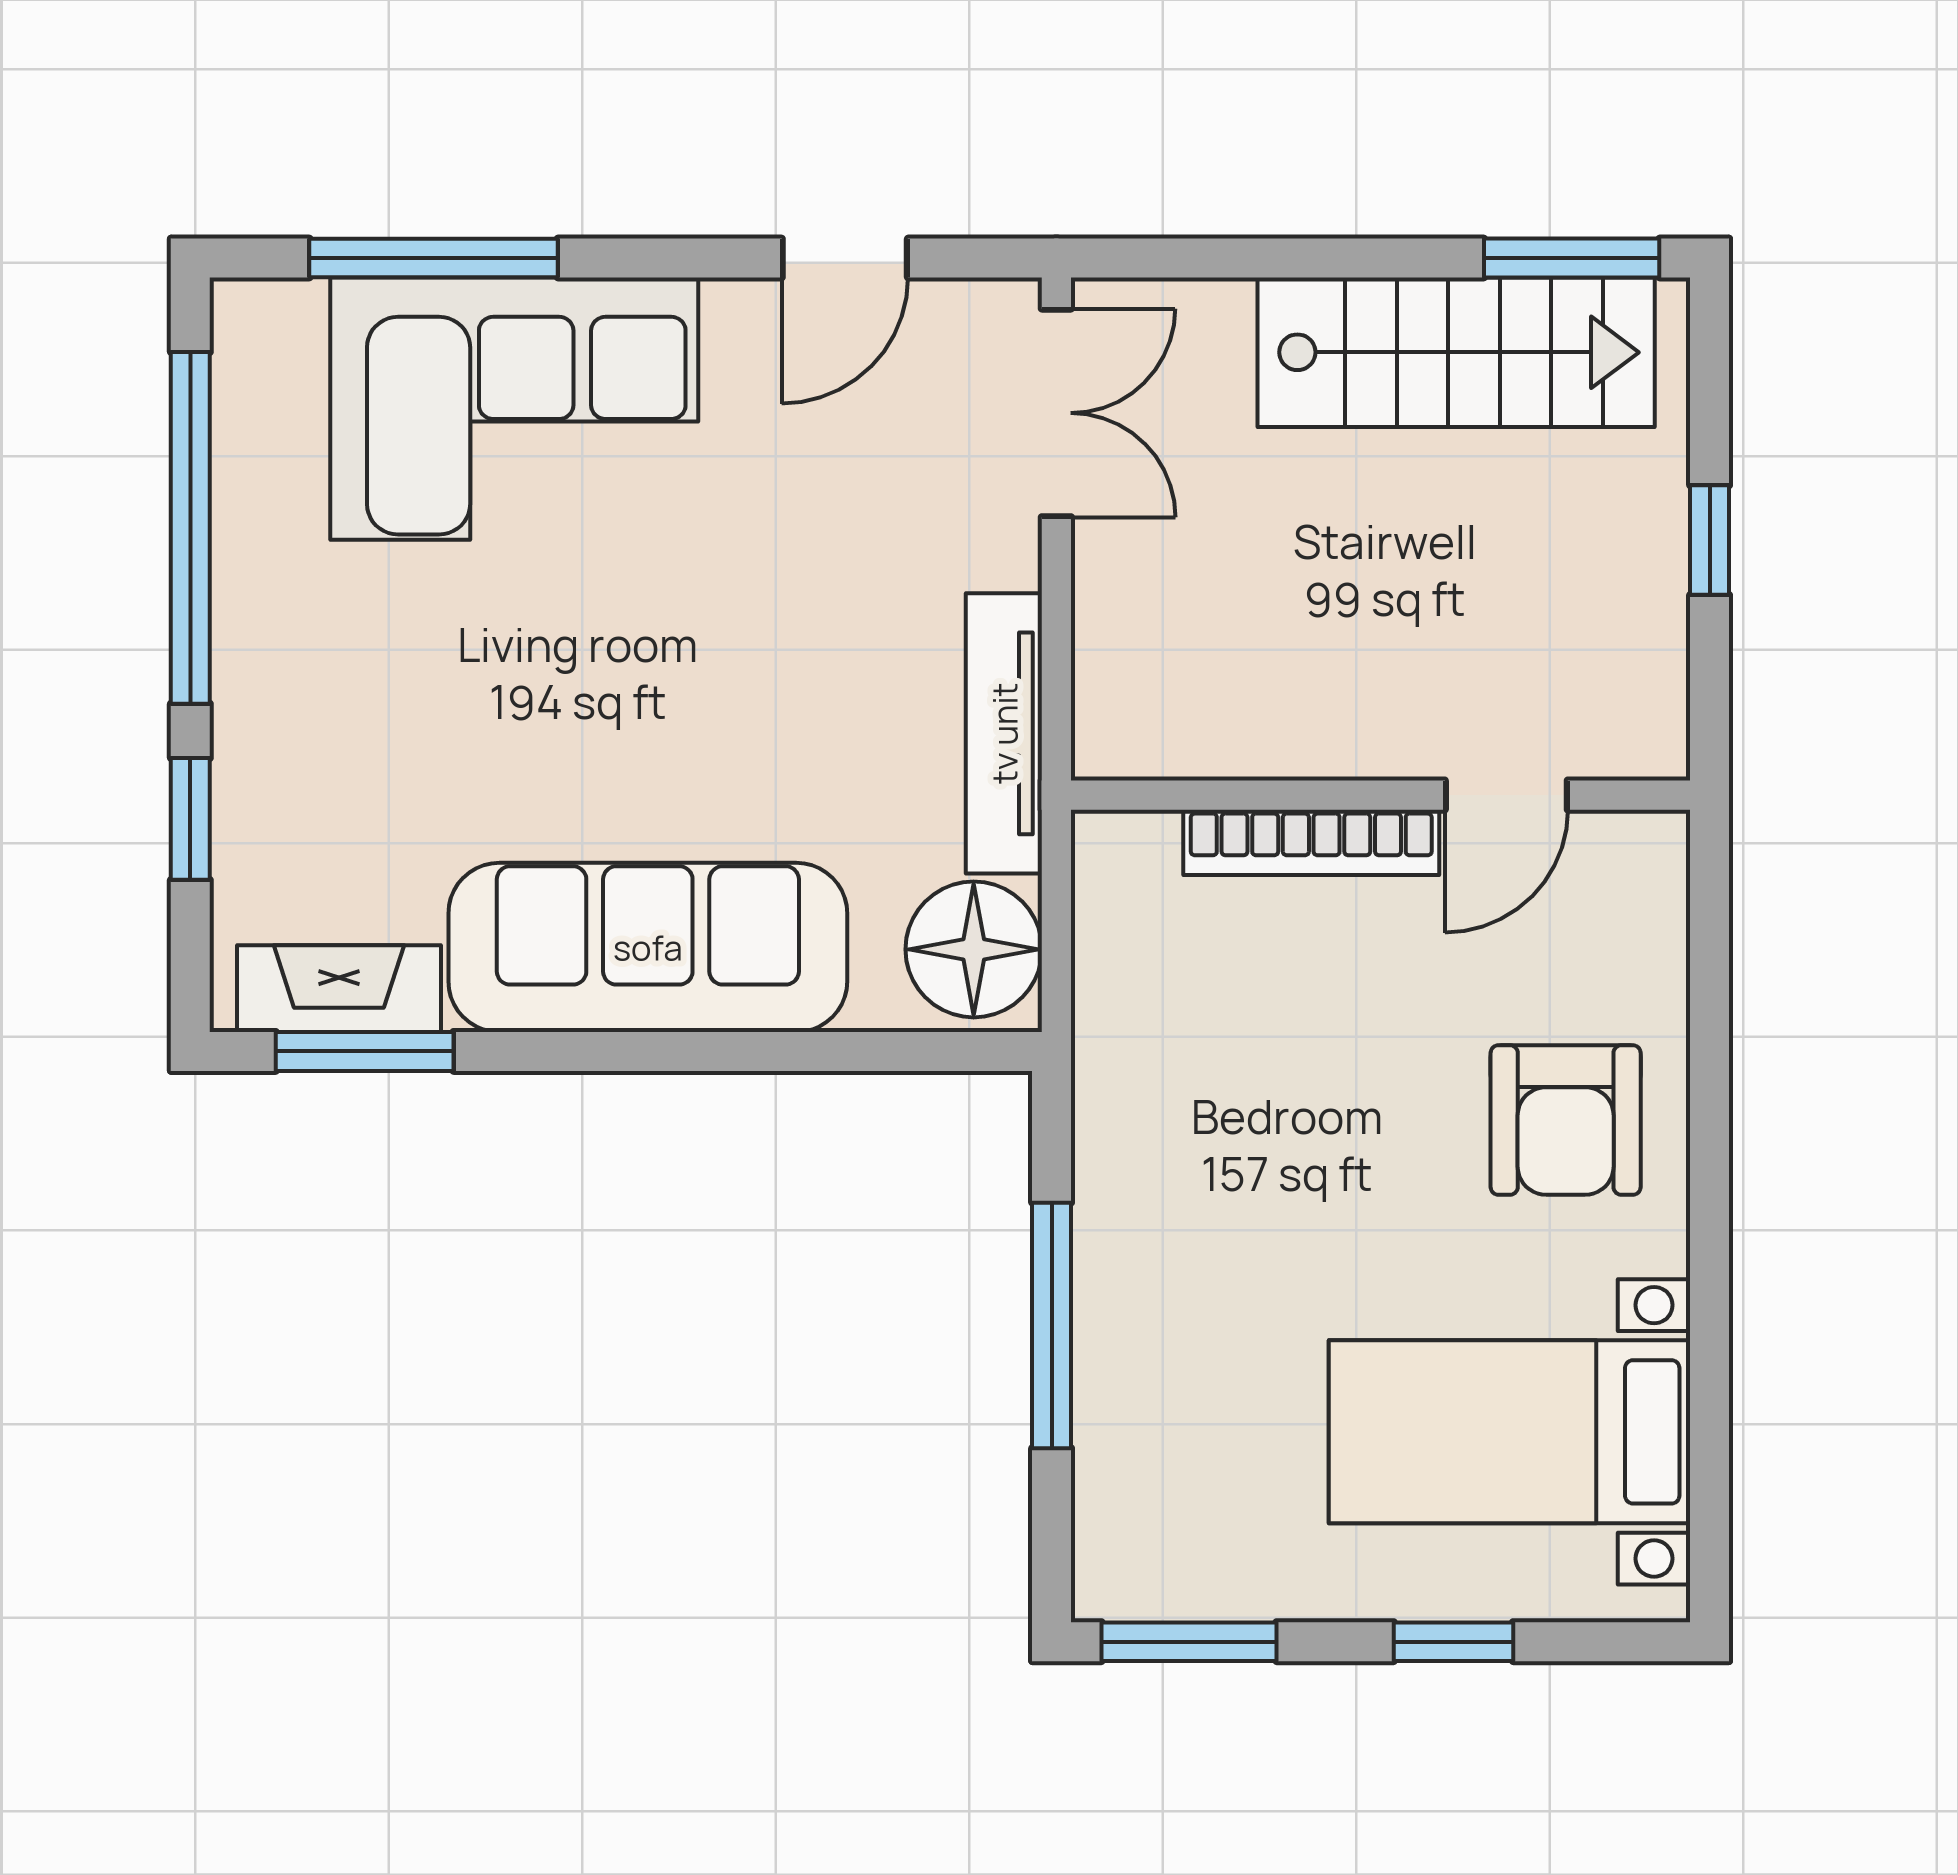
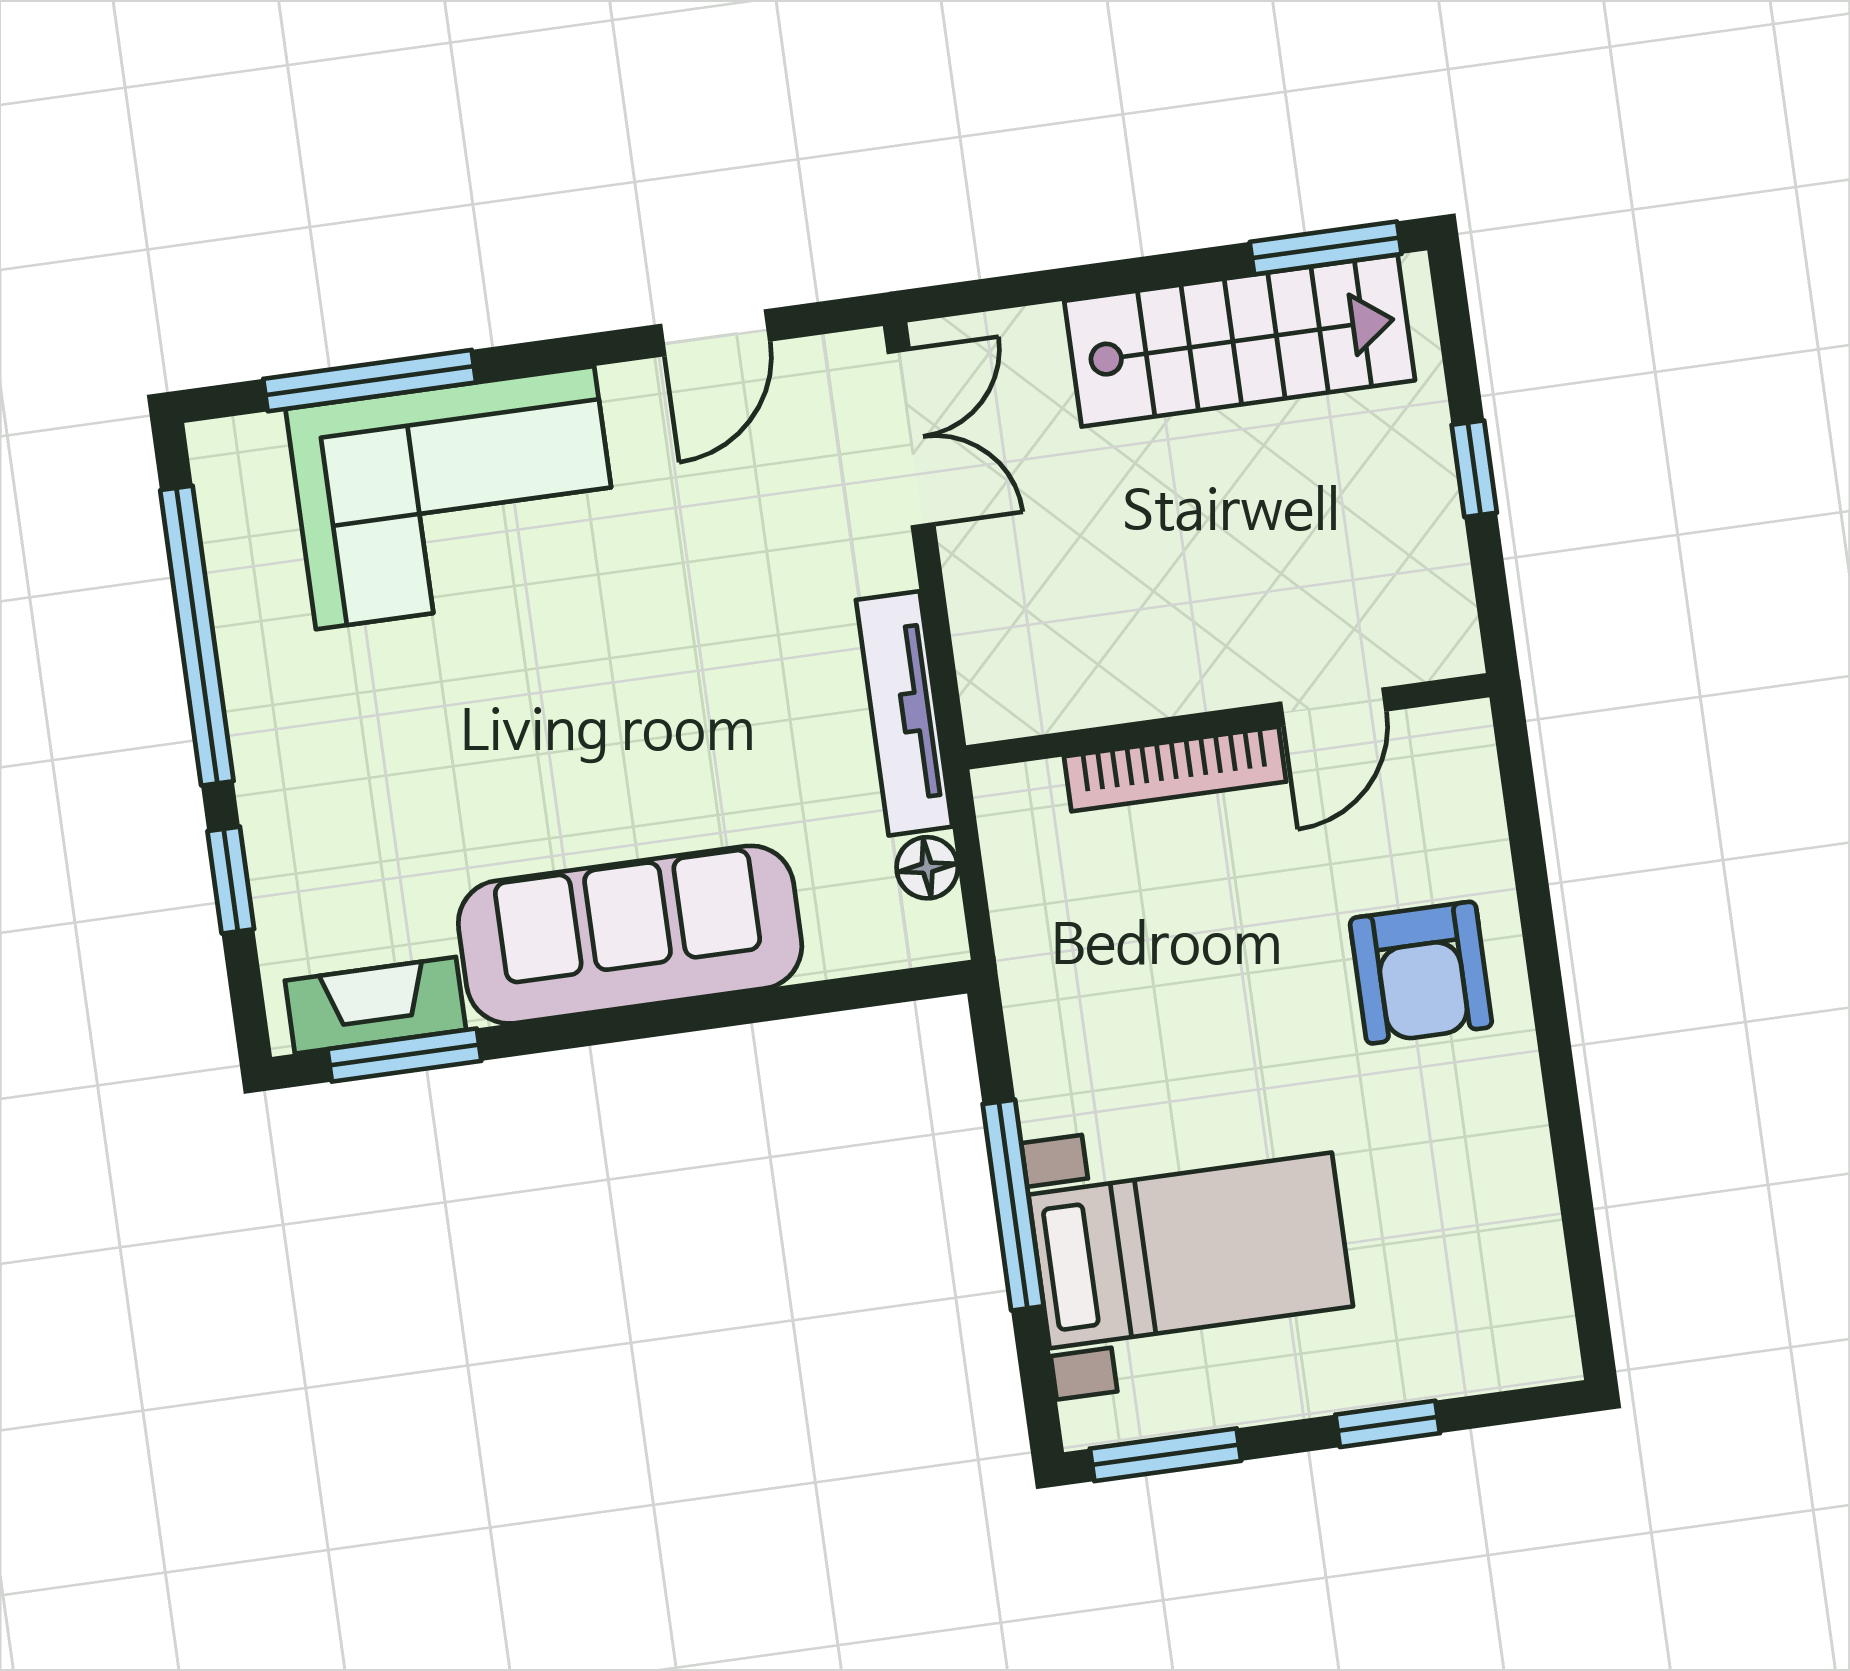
floor lamp: (974, 949) -> (927, 868), width x0.53, depth x0.53
bed with nightstands: (1510, 1432) -> (1191, 1250), moved, turned 180

